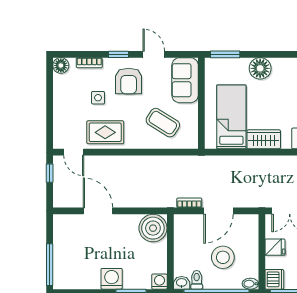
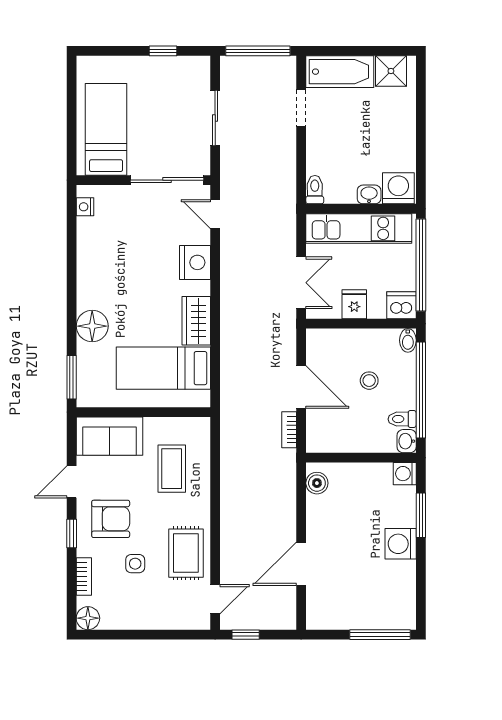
coffee table: (163, 123) -> (172, 469), turned -32
boiler: (153, 228) -> (317, 483), width x0.54, depth x0.54
stool: (223, 257) -> (369, 381), width x0.53, depth x0.53

